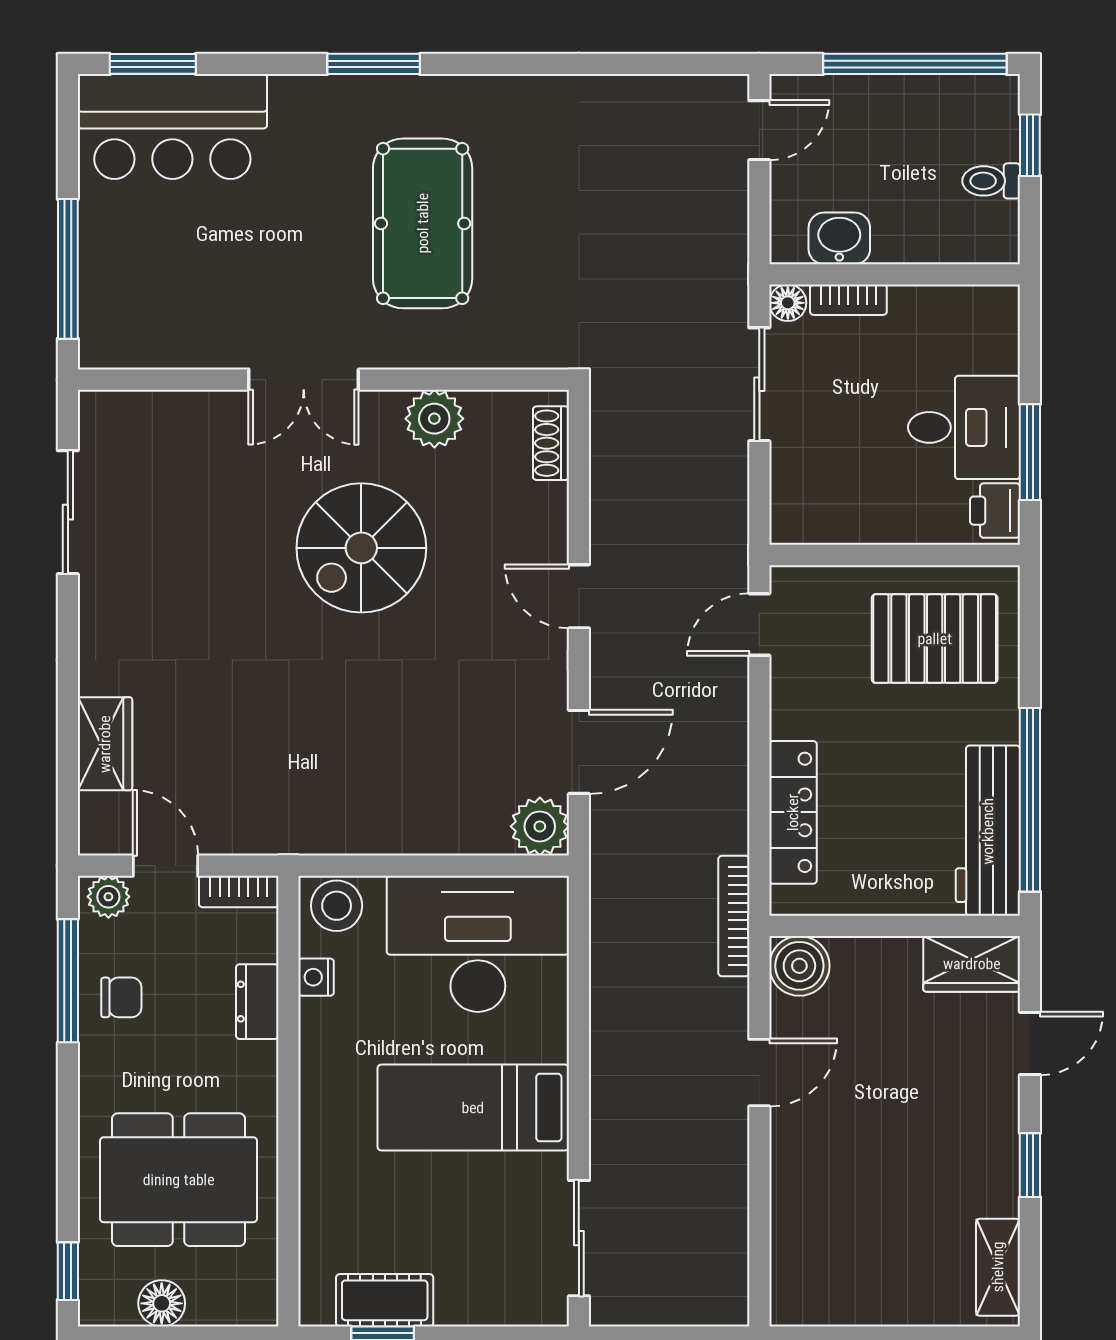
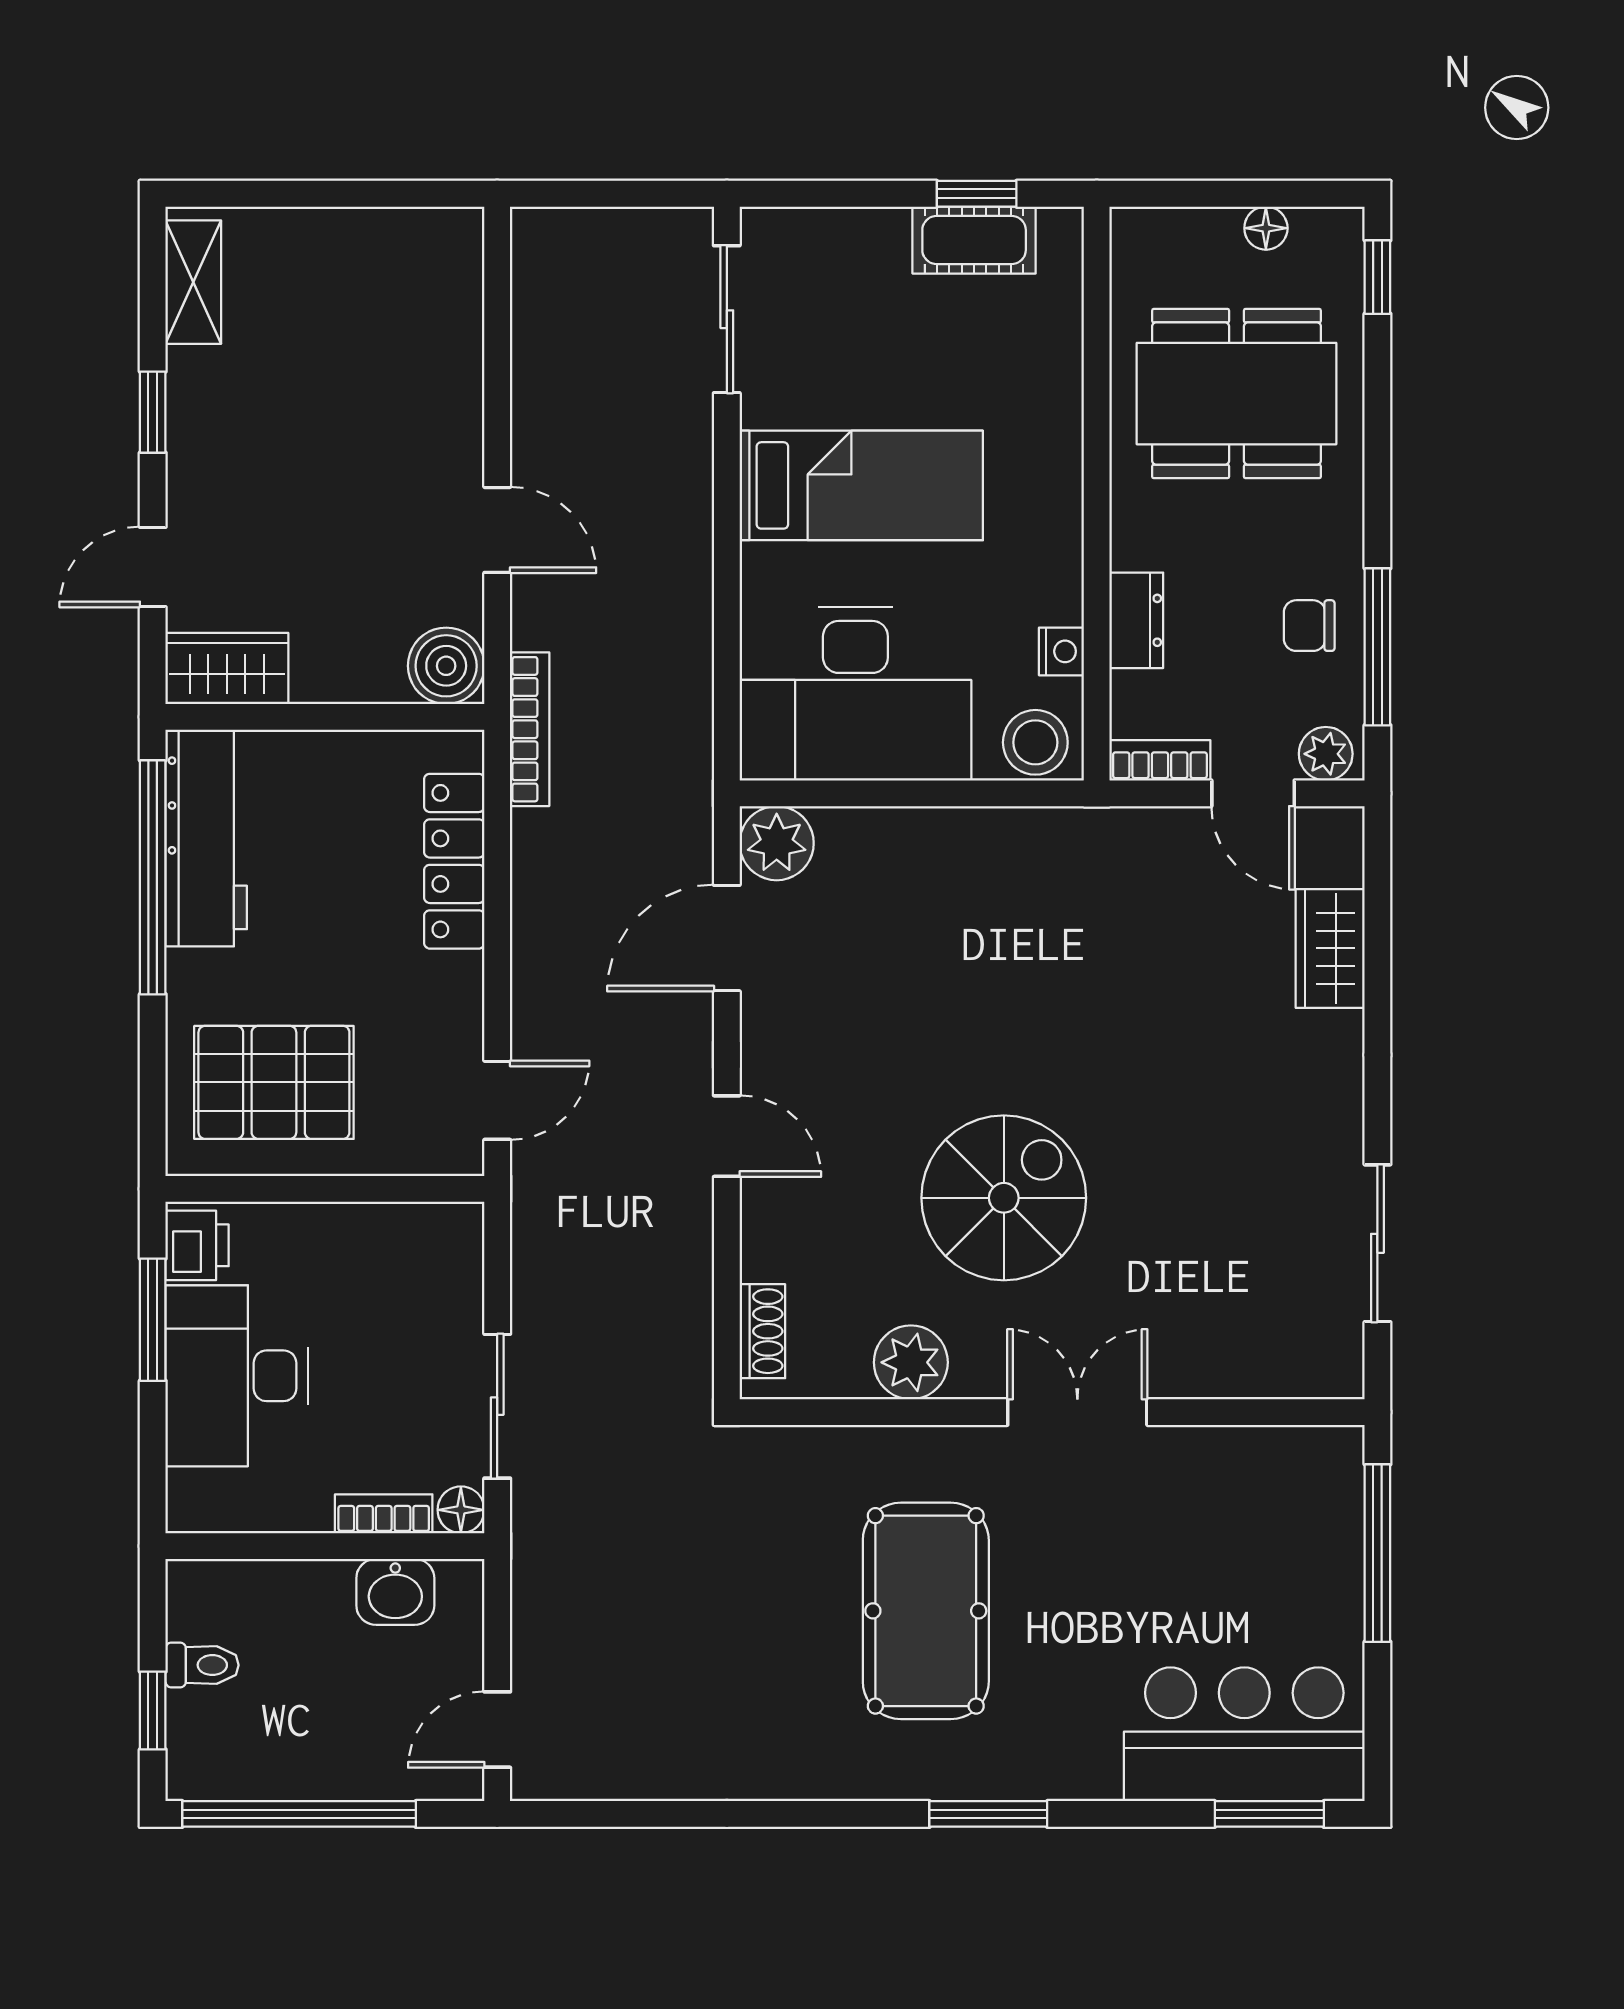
desk: (964, 427) -> (237, 1376), width x1.37
door: (759, 1073) -> (497, 530), swing flipped
floor lamp: (162, 1303) -> (1266, 228), width x0.73, depth x0.73

